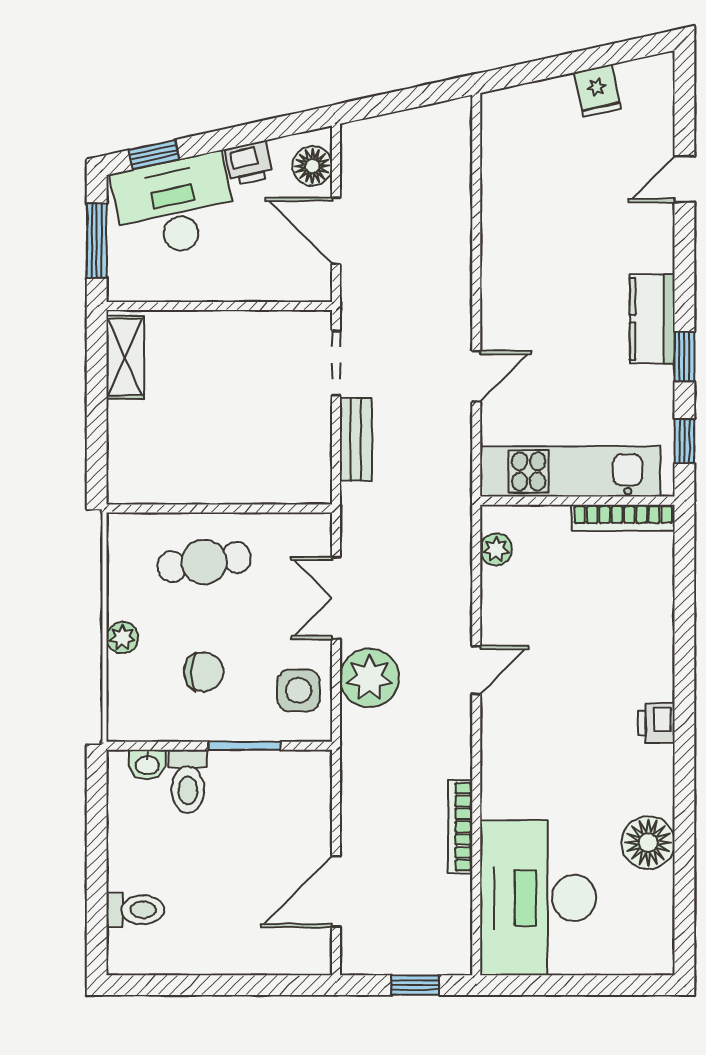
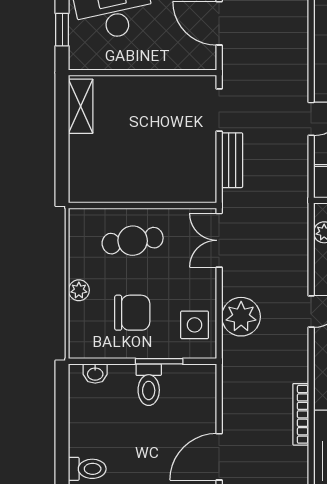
window: (97, 240) -> (62, 30), width x0.67
double door: (336, 598) -> (219, 240), moved
chair: (204, 672) -> (132, 313), width x1.37, depth x1.37
toilet: (188, 781) -> (149, 385), moved

